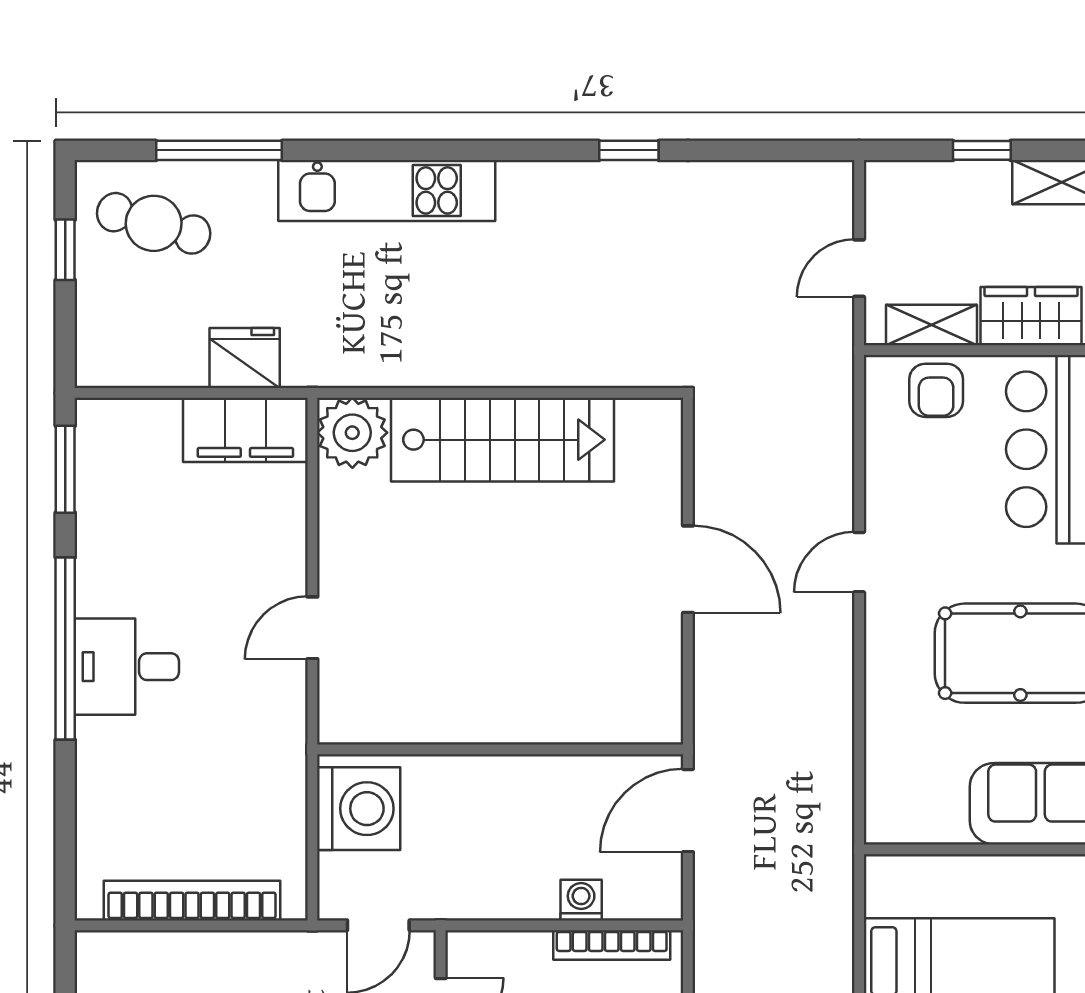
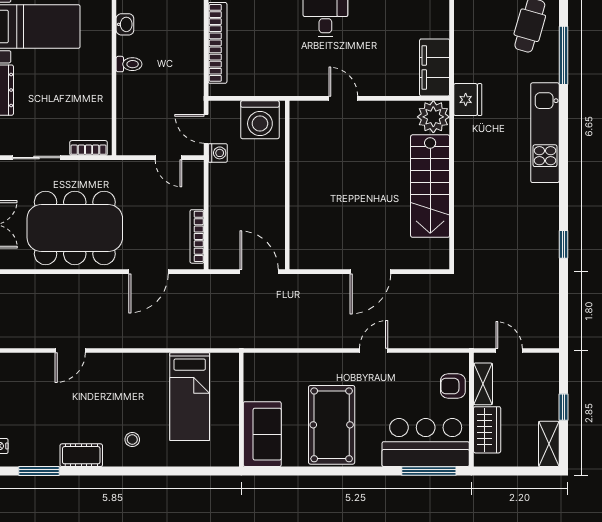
fridge: (245, 358) -> (468, 100), moved
door: (859, 562) -> (374, 350), hinge flipped
washing machine: (581, 900) -> (218, 153), moved

